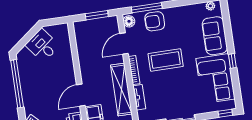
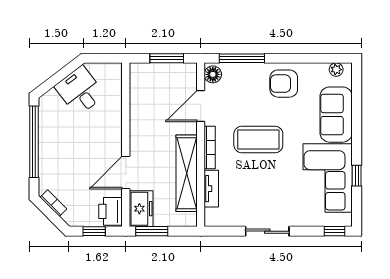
armchair: (155, 21) -> (284, 84), moved
window: (232, 61) -> (357, 176), moved

